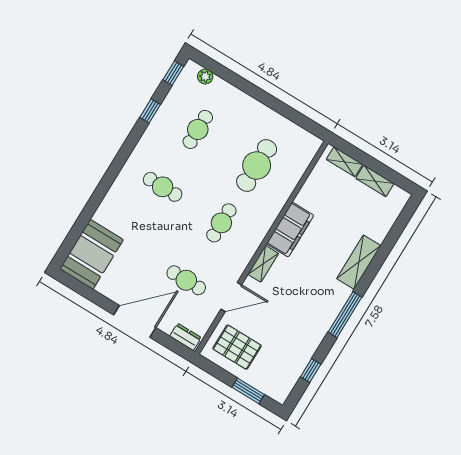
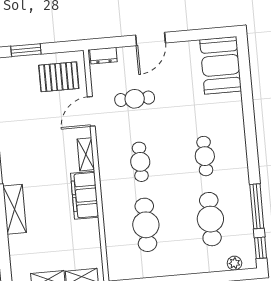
window: (150, 111) -> (257, 206), width x2.17
cafe table: (198, 129) -> (210, 219), width x1.37, depth x1.35
cafe table: (163, 187) -> (205, 156), turned 90
door: (135, 321) -> (150, 39), width x0.73

